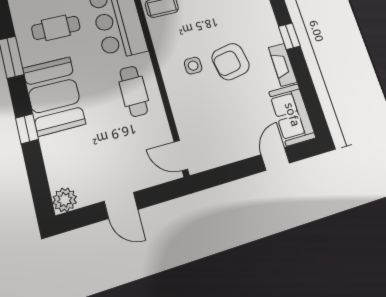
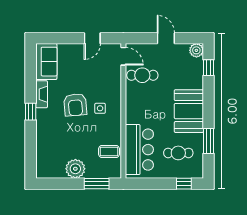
armchair: (231, 62) -> (75, 105), turned 96
cafe table: (134, 91) -> (142, 75), moved, turned 90
window: (27, 129) -> (208, 68), moved
door: (275, 159) -> (92, 38), moved

